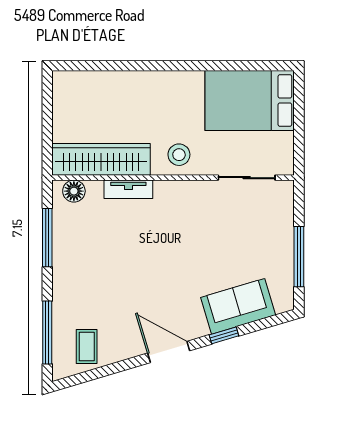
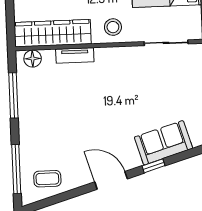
coffee table: (87, 347) -> (47, 179), turned 90

